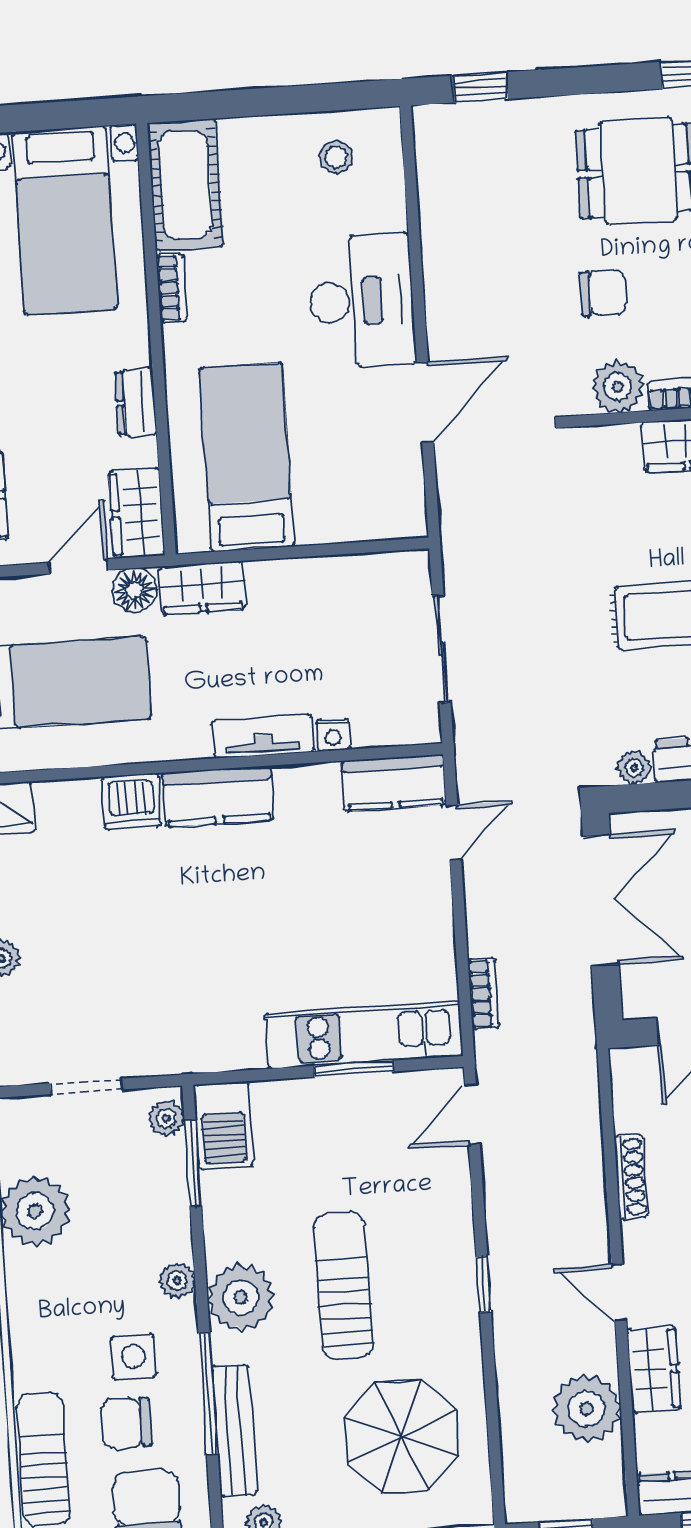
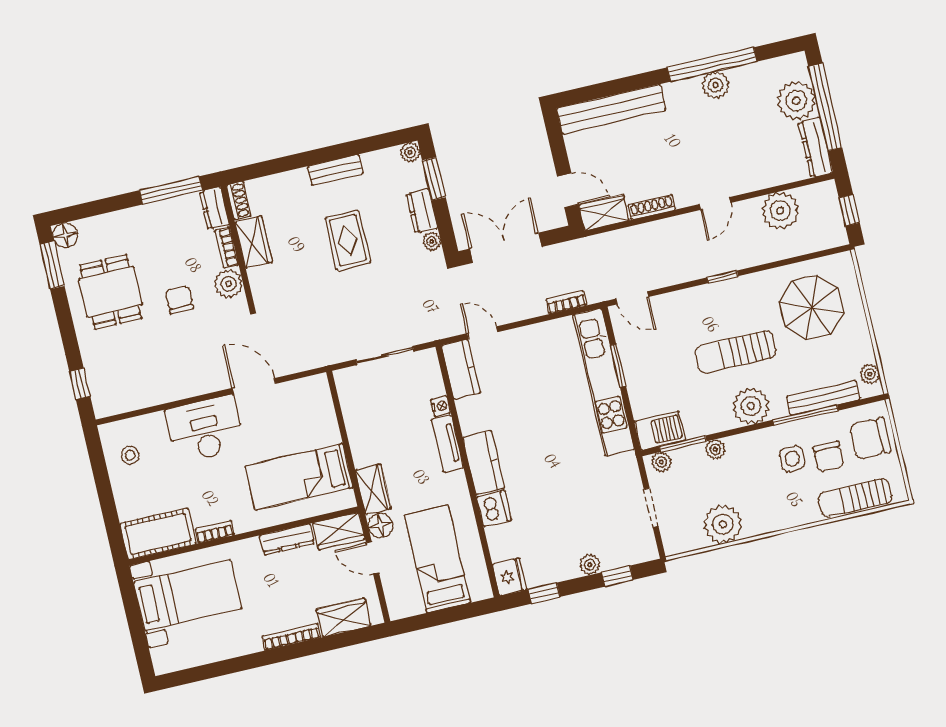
dresser: (136, 402) -> (287, 539), width x1.44
kitchen unit: (364, 1035) -> (604, 382), width x1.36
plant: (177, 1281) -> (715, 449), moved
wardrobe: (654, 1369) -> (604, 213), moved

